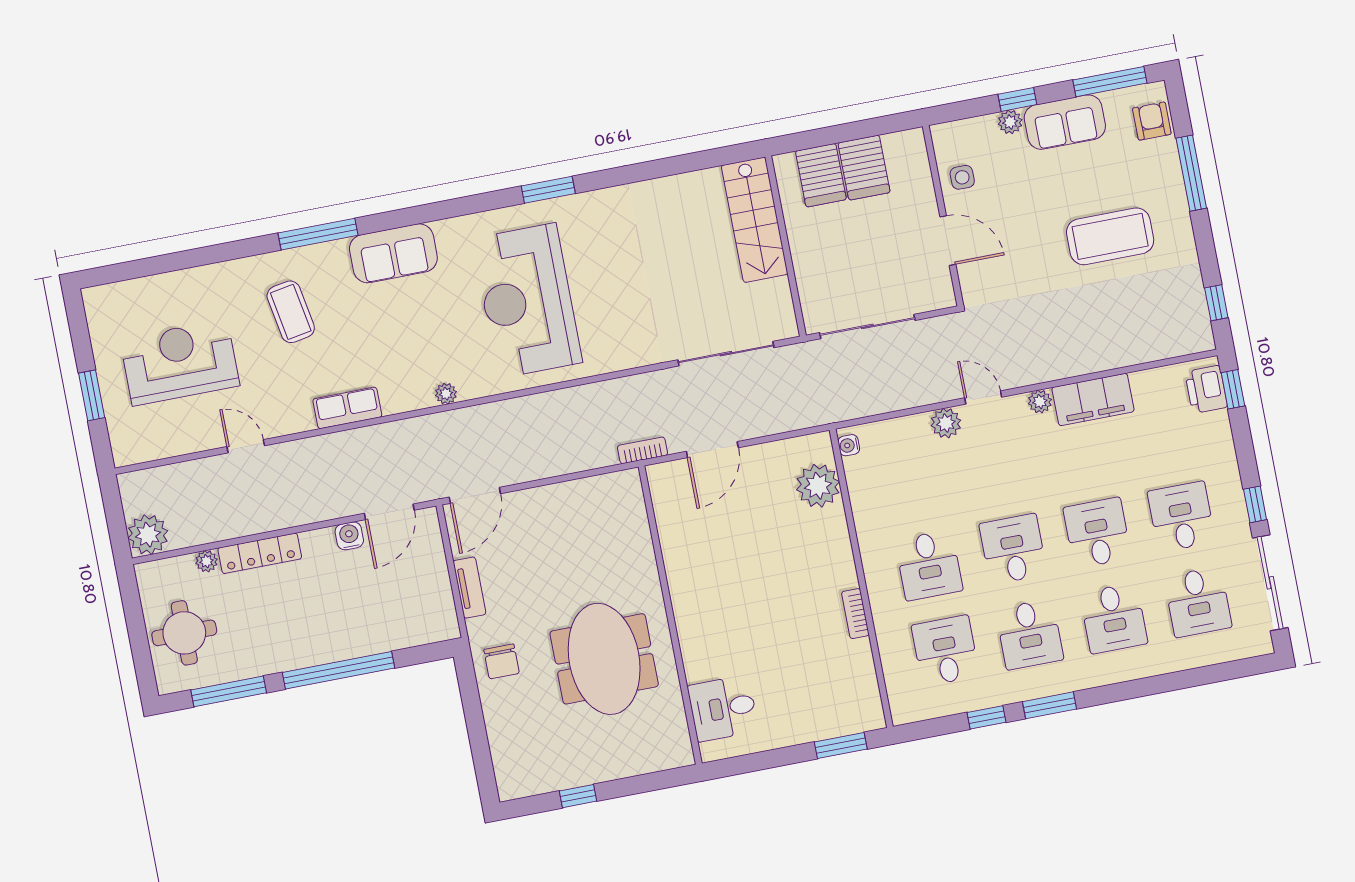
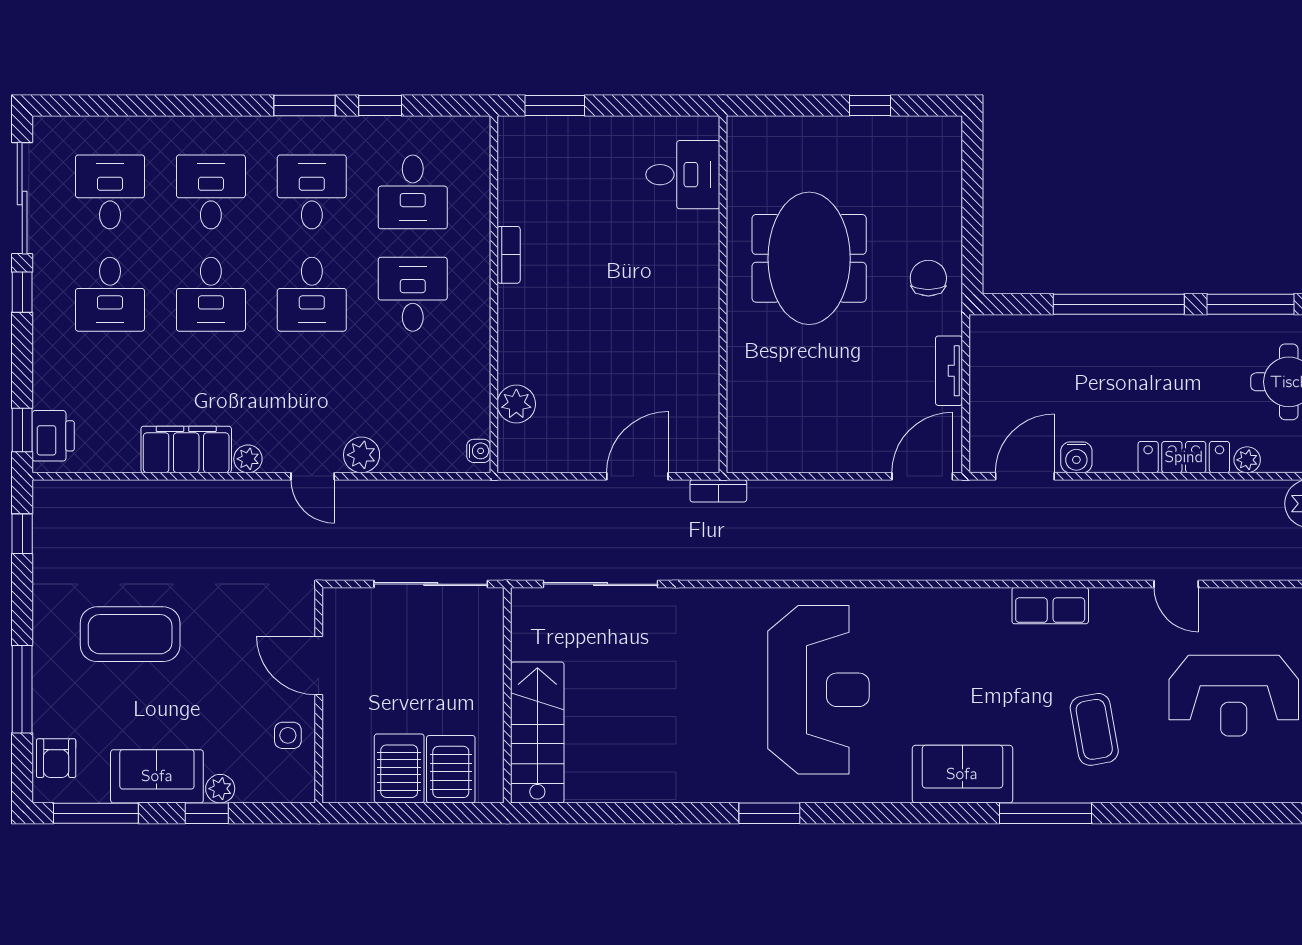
plant: (446, 394) -> (933, 600), removed
plant: (818, 486) -> (516, 404), width x0.73, depth x0.73

